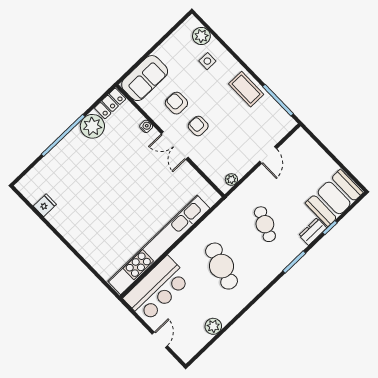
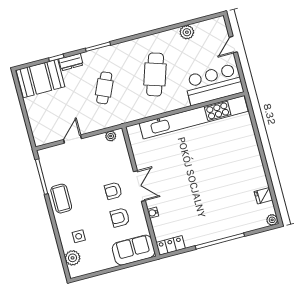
armchair: (176, 103) -> (120, 218), turned 90
plant: (92, 126) -> (272, 220), moved, width x0.53, depth x0.53
armchair: (198, 126) -> (113, 191), turned 90

